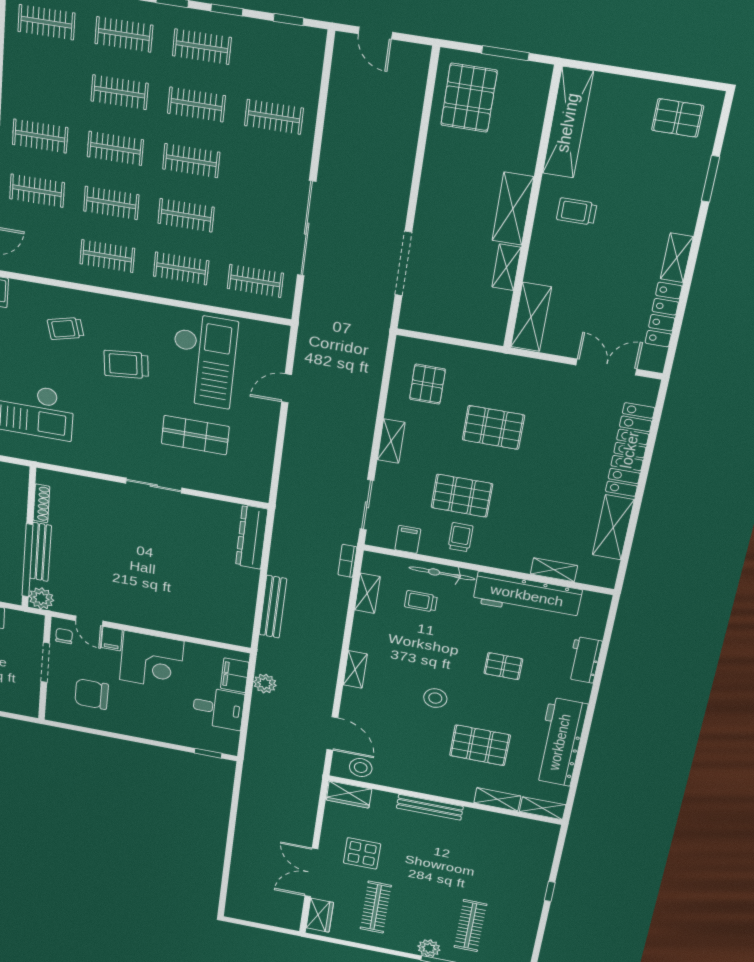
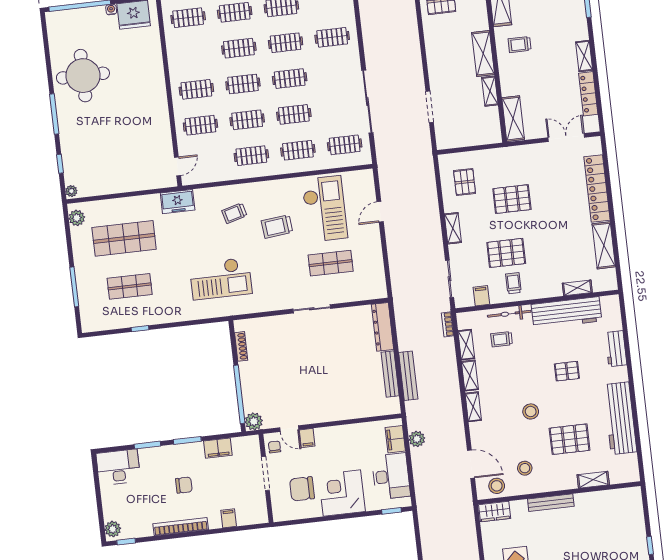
doorway: (403, 263) -> (430, 107), width x0.73
bench: (41, 552) -> (390, 374), moved
corner desk: (152, 661) -> (342, 493), moved, turned 180
desk: (218, 708) -> (391, 476), width x1.37
stool: (406, 759) -> (525, 468), added
shelving: (543, 808) -> (470, 376), moved, turned 90

